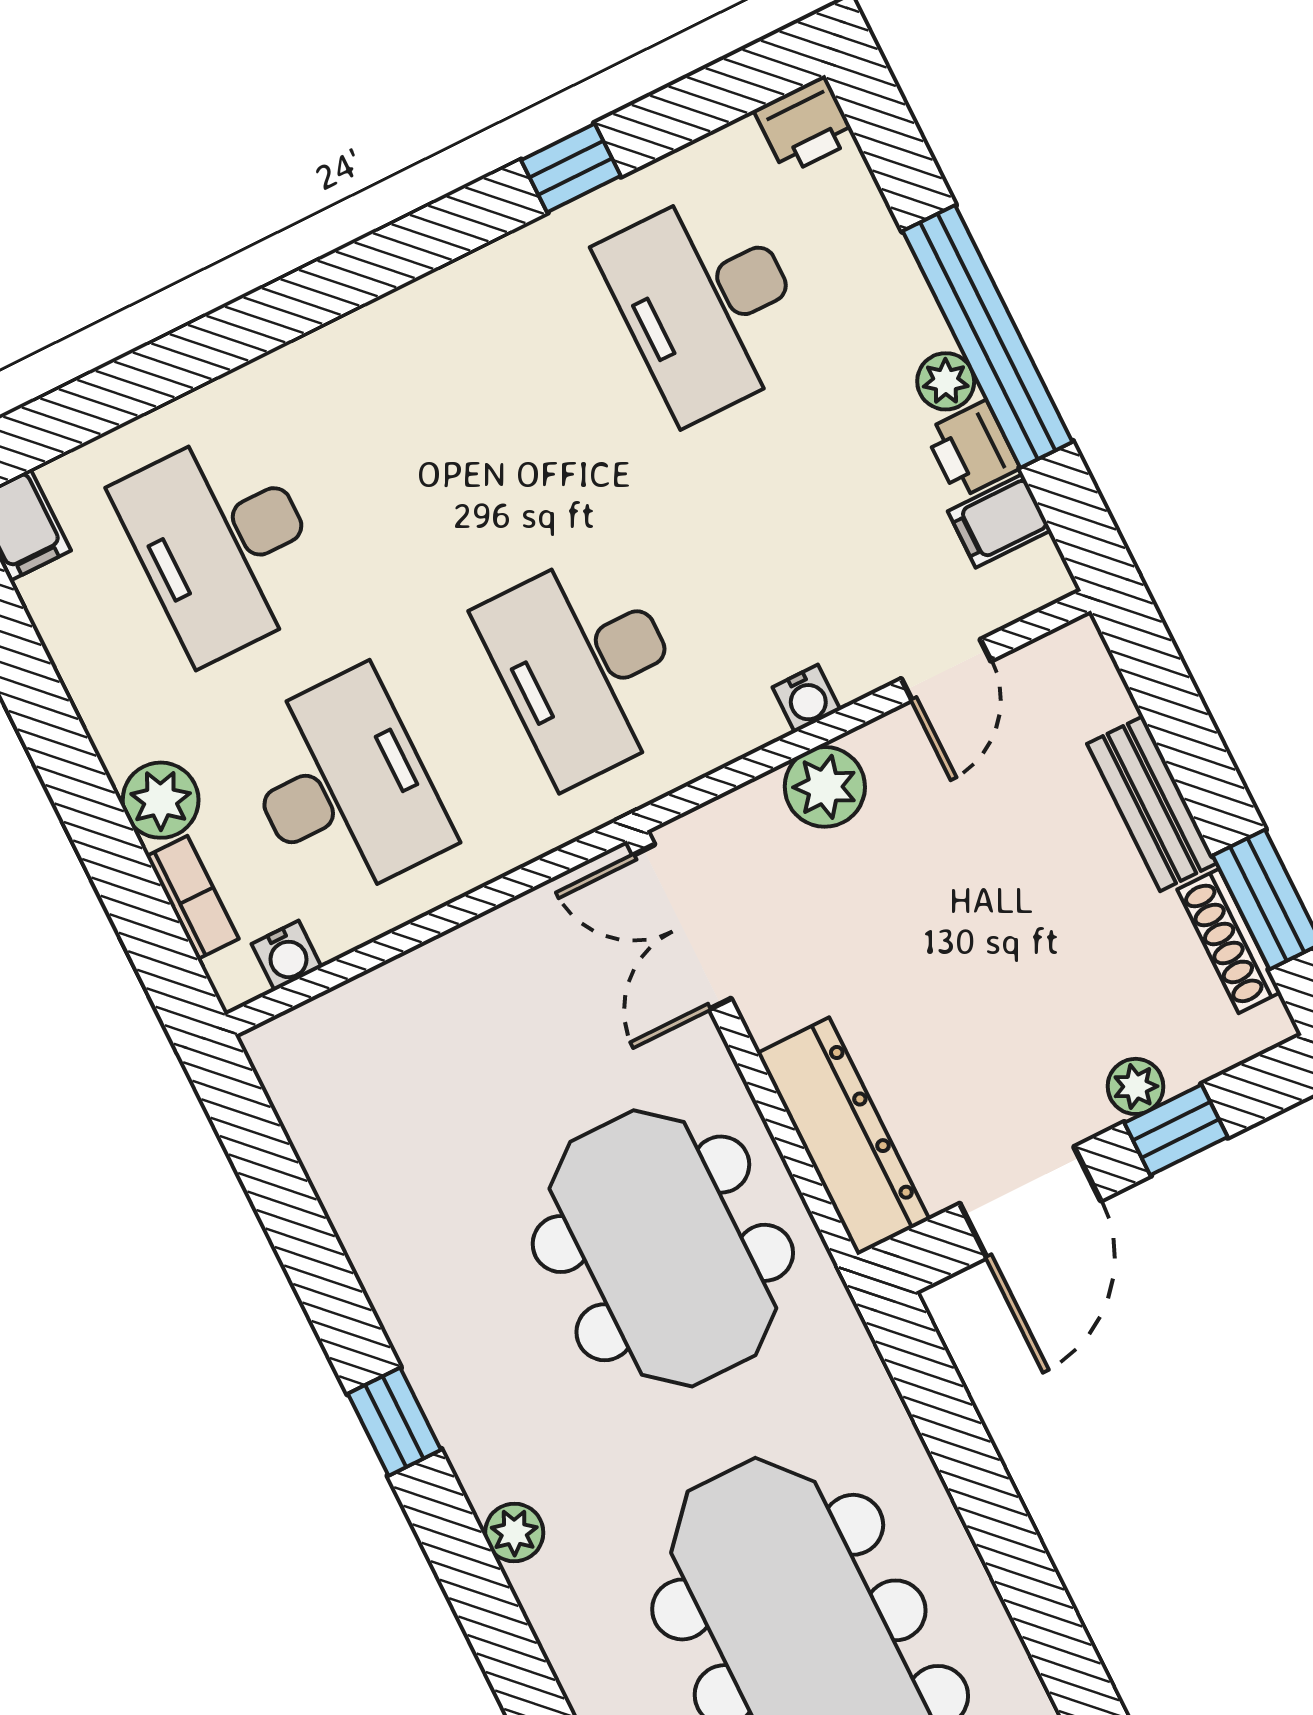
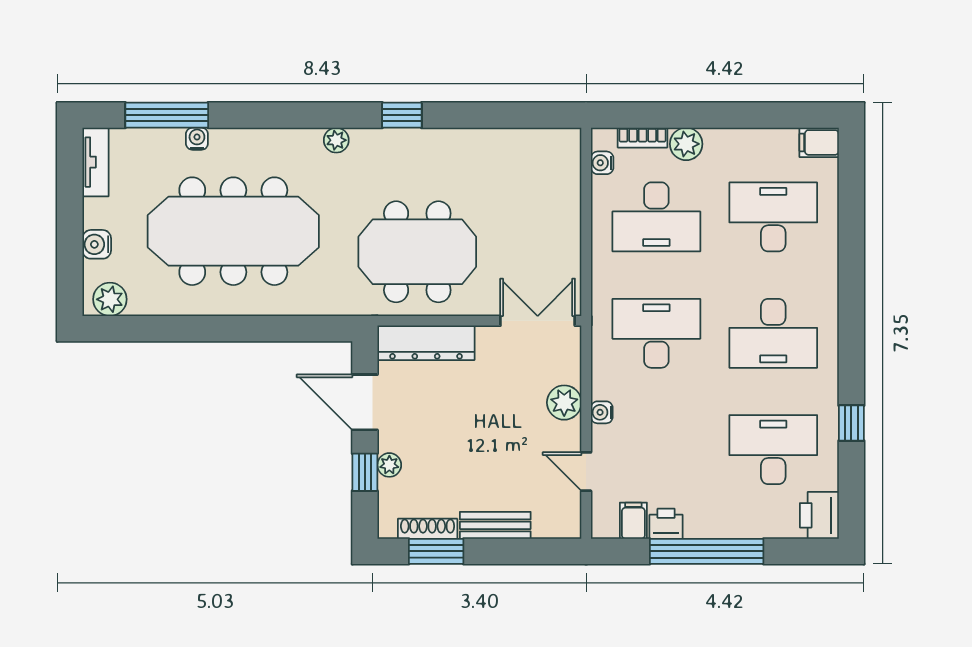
printer: (805, 125) -> (819, 515), width x1.36, depth x1.24
plant: (946, 381) -> (697, 527), removed
desk: (465, 423) -> (773, 333), added

